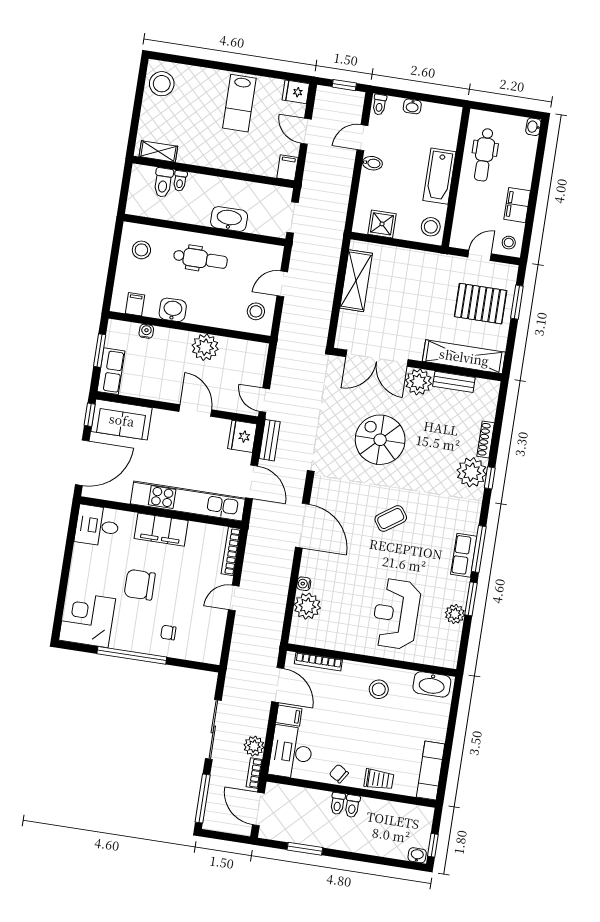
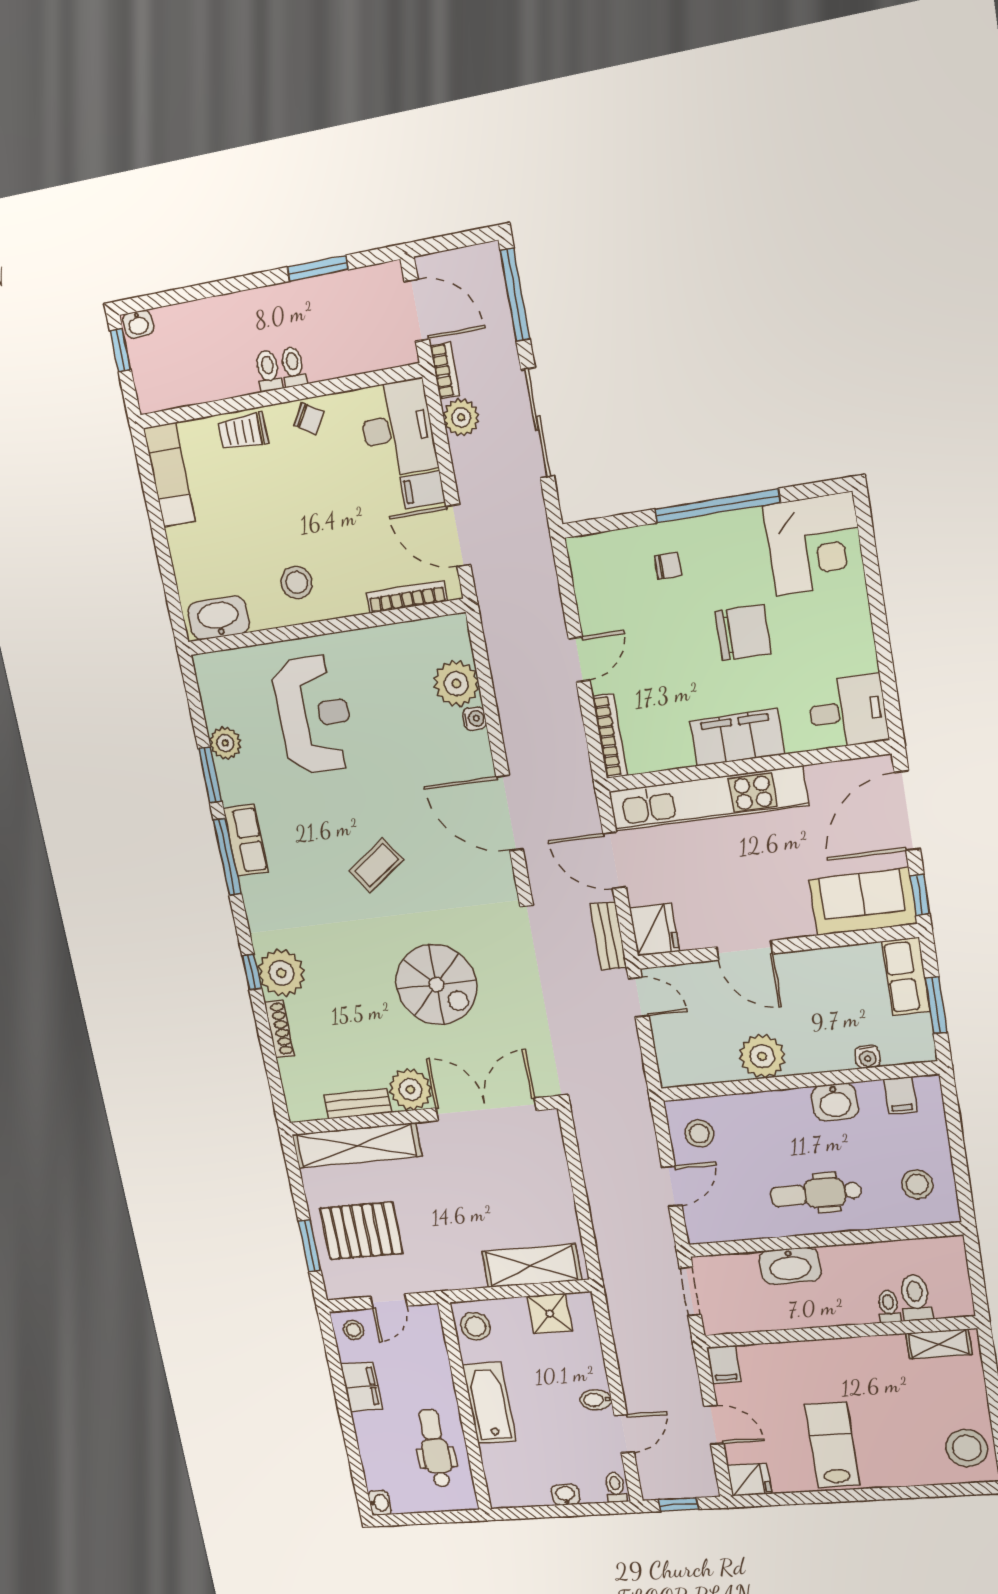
shelving: (356, 281) -> (532, 1266), moved, turned 90

